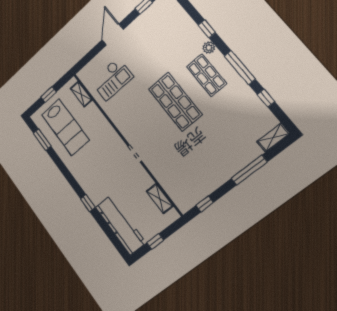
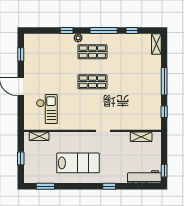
shop shelf: (175, 102) -> (92, 82), width x0.70, depth x0.74
lab bench: (65, 127) -> (78, 163), moved
window: (249, 170) -> (164, 81), moved
workbench: (120, 225) -> (144, 177), width x0.73, depth x0.76
window: (155, 241) -> (164, 171), moved

